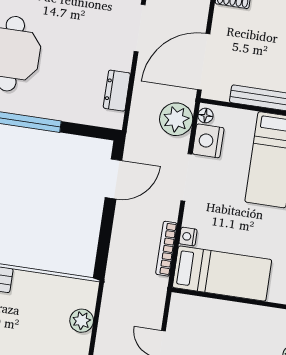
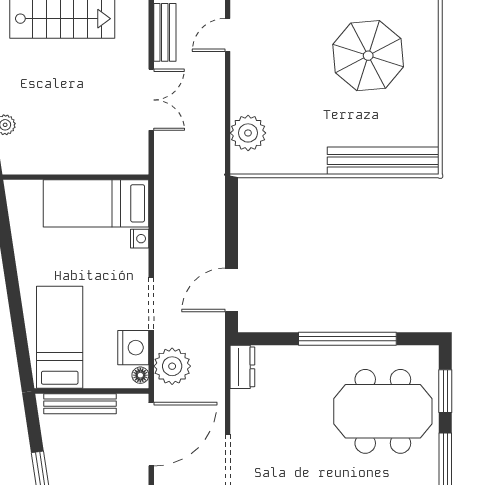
dresser: (117, 91) -> (242, 367), moved
bookcase: (166, 249) -> (161, 222), removed
plant: (82, 321) -> (248, 133), width x1.36, depth x1.36

